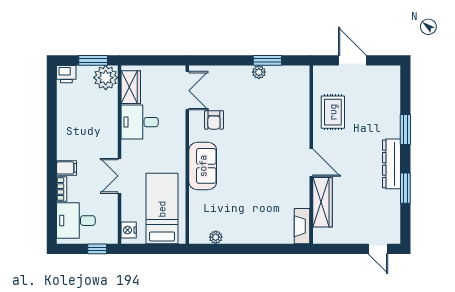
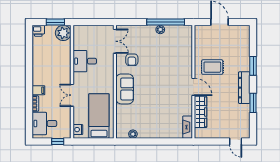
window: (267, 60) -> (166, 22), width x2.11
wardrobe: (131, 87) -> (79, 39), removed
rug: (333, 112) -> (212, 67), moved, turned 90

